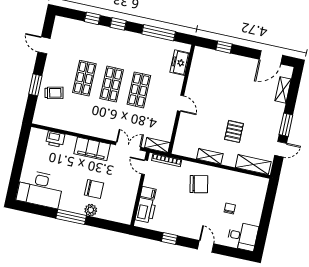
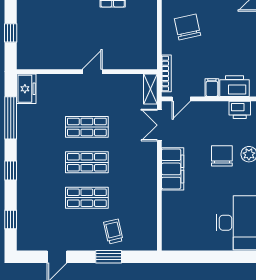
window: (92, 18) -> (11, 220), moved
freezer: (180, 63) -> (26, 89), moved, turned -90
printer: (55, 139) -> (240, 110), moved, turned 90
shelving: (210, 156) -> (150, 21), removed

